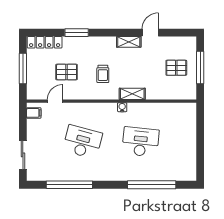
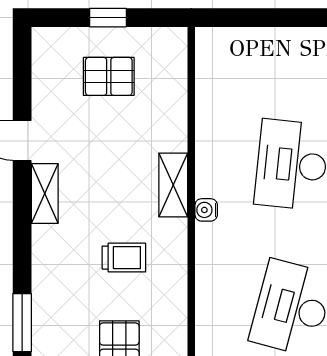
window: (200, 67) -> (108, 18), width x0.46
pallet: (176, 68) -> (109, 76), turned 90

